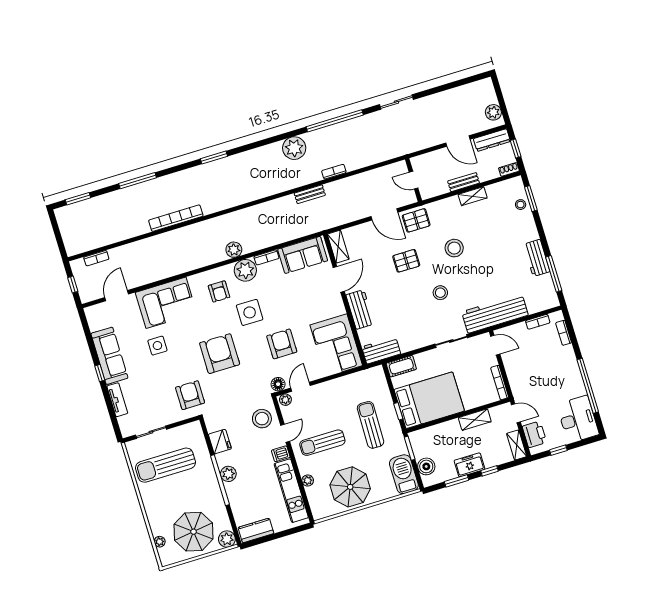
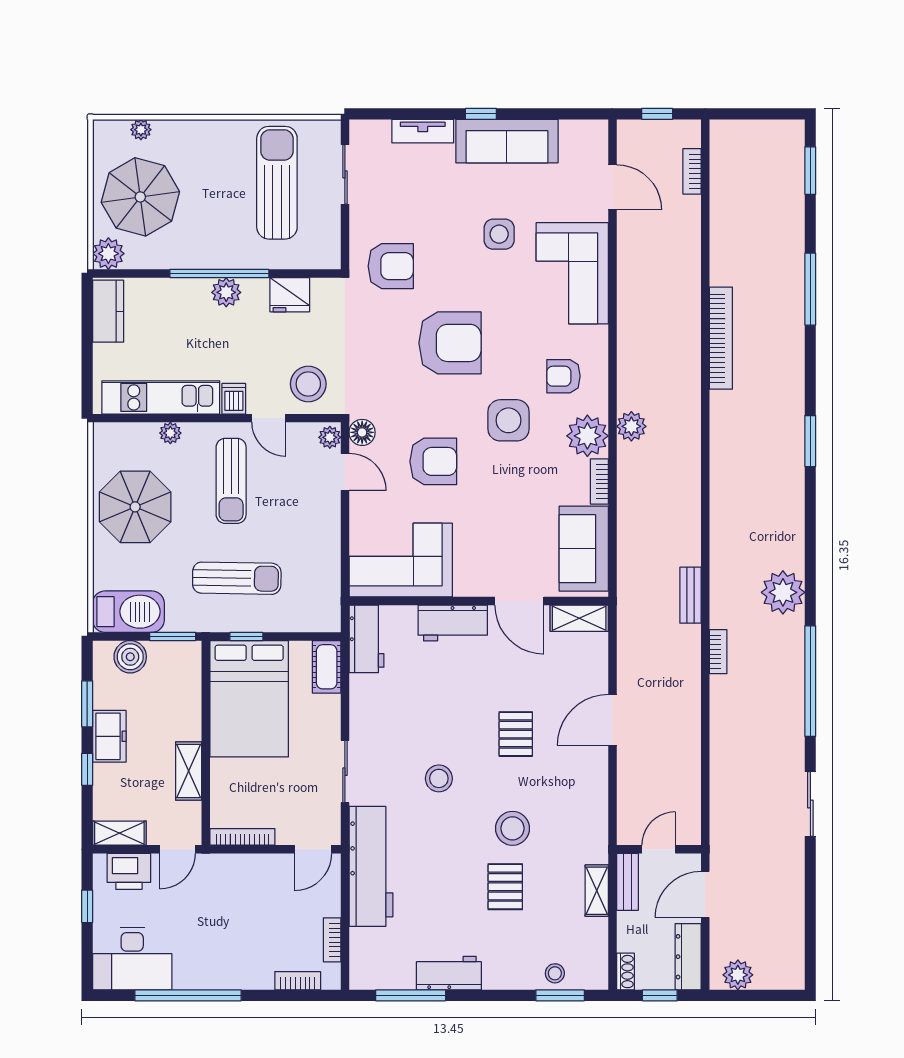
door: (414, 180) -> (659, 849), moved
wall: (414, 180) -> (659, 849), moved
pallet: (416, 220) -> (505, 887), moved
sun lounger: (322, 443) -> (231, 481), turned 180

